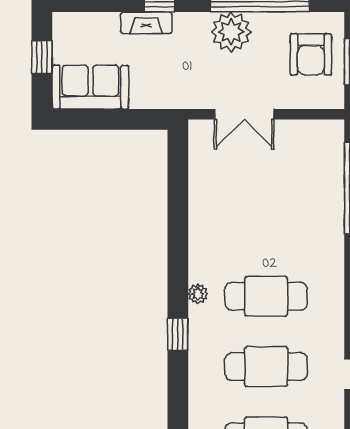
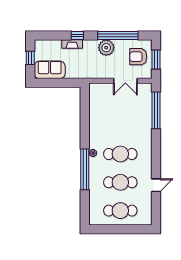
armchair: (311, 54) -> (138, 57), turned 90
double door: (244, 114) -> (125, 81), moved
window: (178, 334) -> (85, 169), width x3.17

